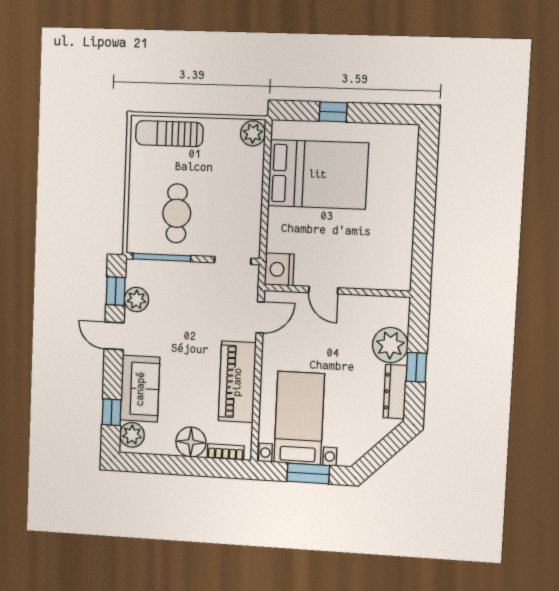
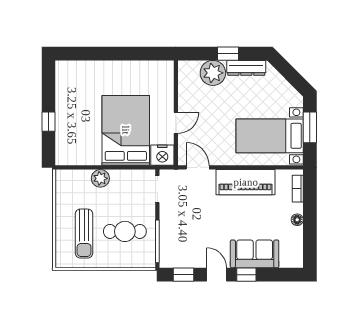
plant: (253, 133) -> (100, 178), moved
sun lounger: (169, 134) -> (84, 234), moved
bed: (318, 174) -> (126, 130), moved
plant: (136, 300) -> (189, 259), removed
door: (114, 336) -> (217, 275), swing flipped
window: (112, 412) -> (246, 275), moved
plant: (132, 435) -> (289, 259), removed
floor lamp: (191, 442) -> (297, 220), width x0.53, depth x0.53

